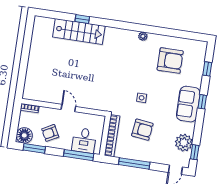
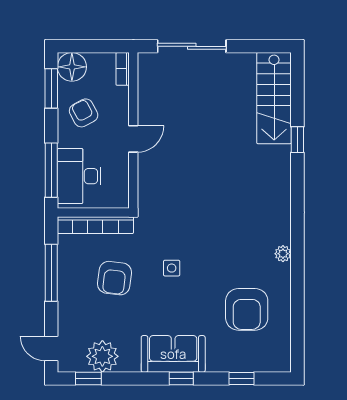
stairs: (79, 32) -> (274, 98), moved
sliding door: (23, 69) -> (192, 46), added
desk: (84, 140) -> (79, 176), width x1.37

